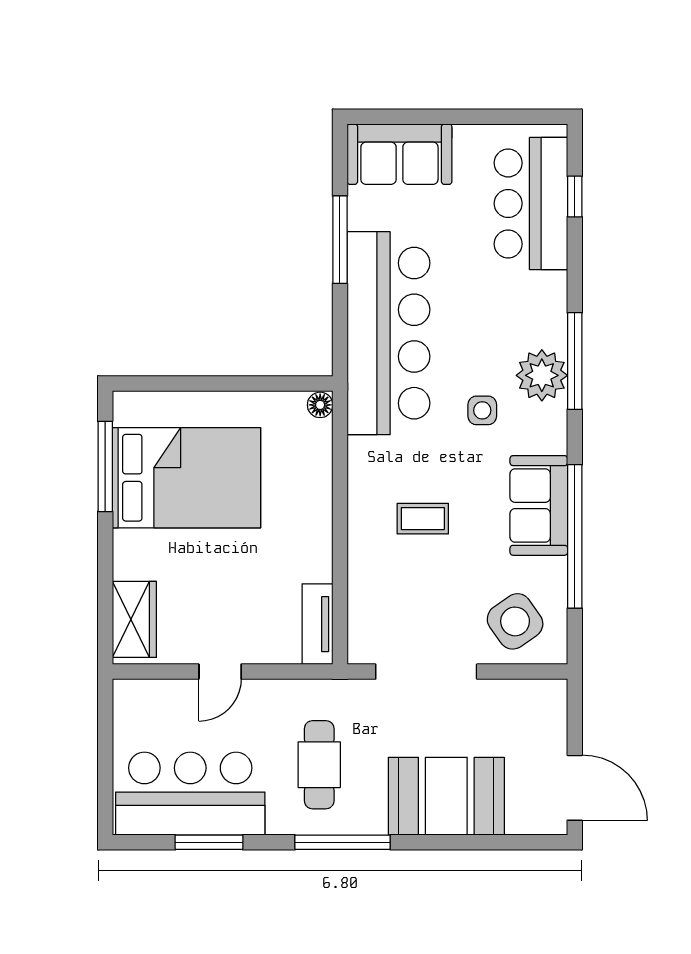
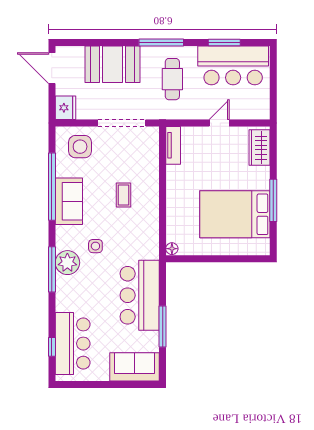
bar counter: (388, 333) -> (140, 295), width x0.73
window: (105, 466) -> (273, 200), moved
coffee table: (423, 519) -> (124, 195), turned 90
side table: (515, 621) -> (80, 147), turned 35
fridge: (546, 704) -> (65, 108), added

